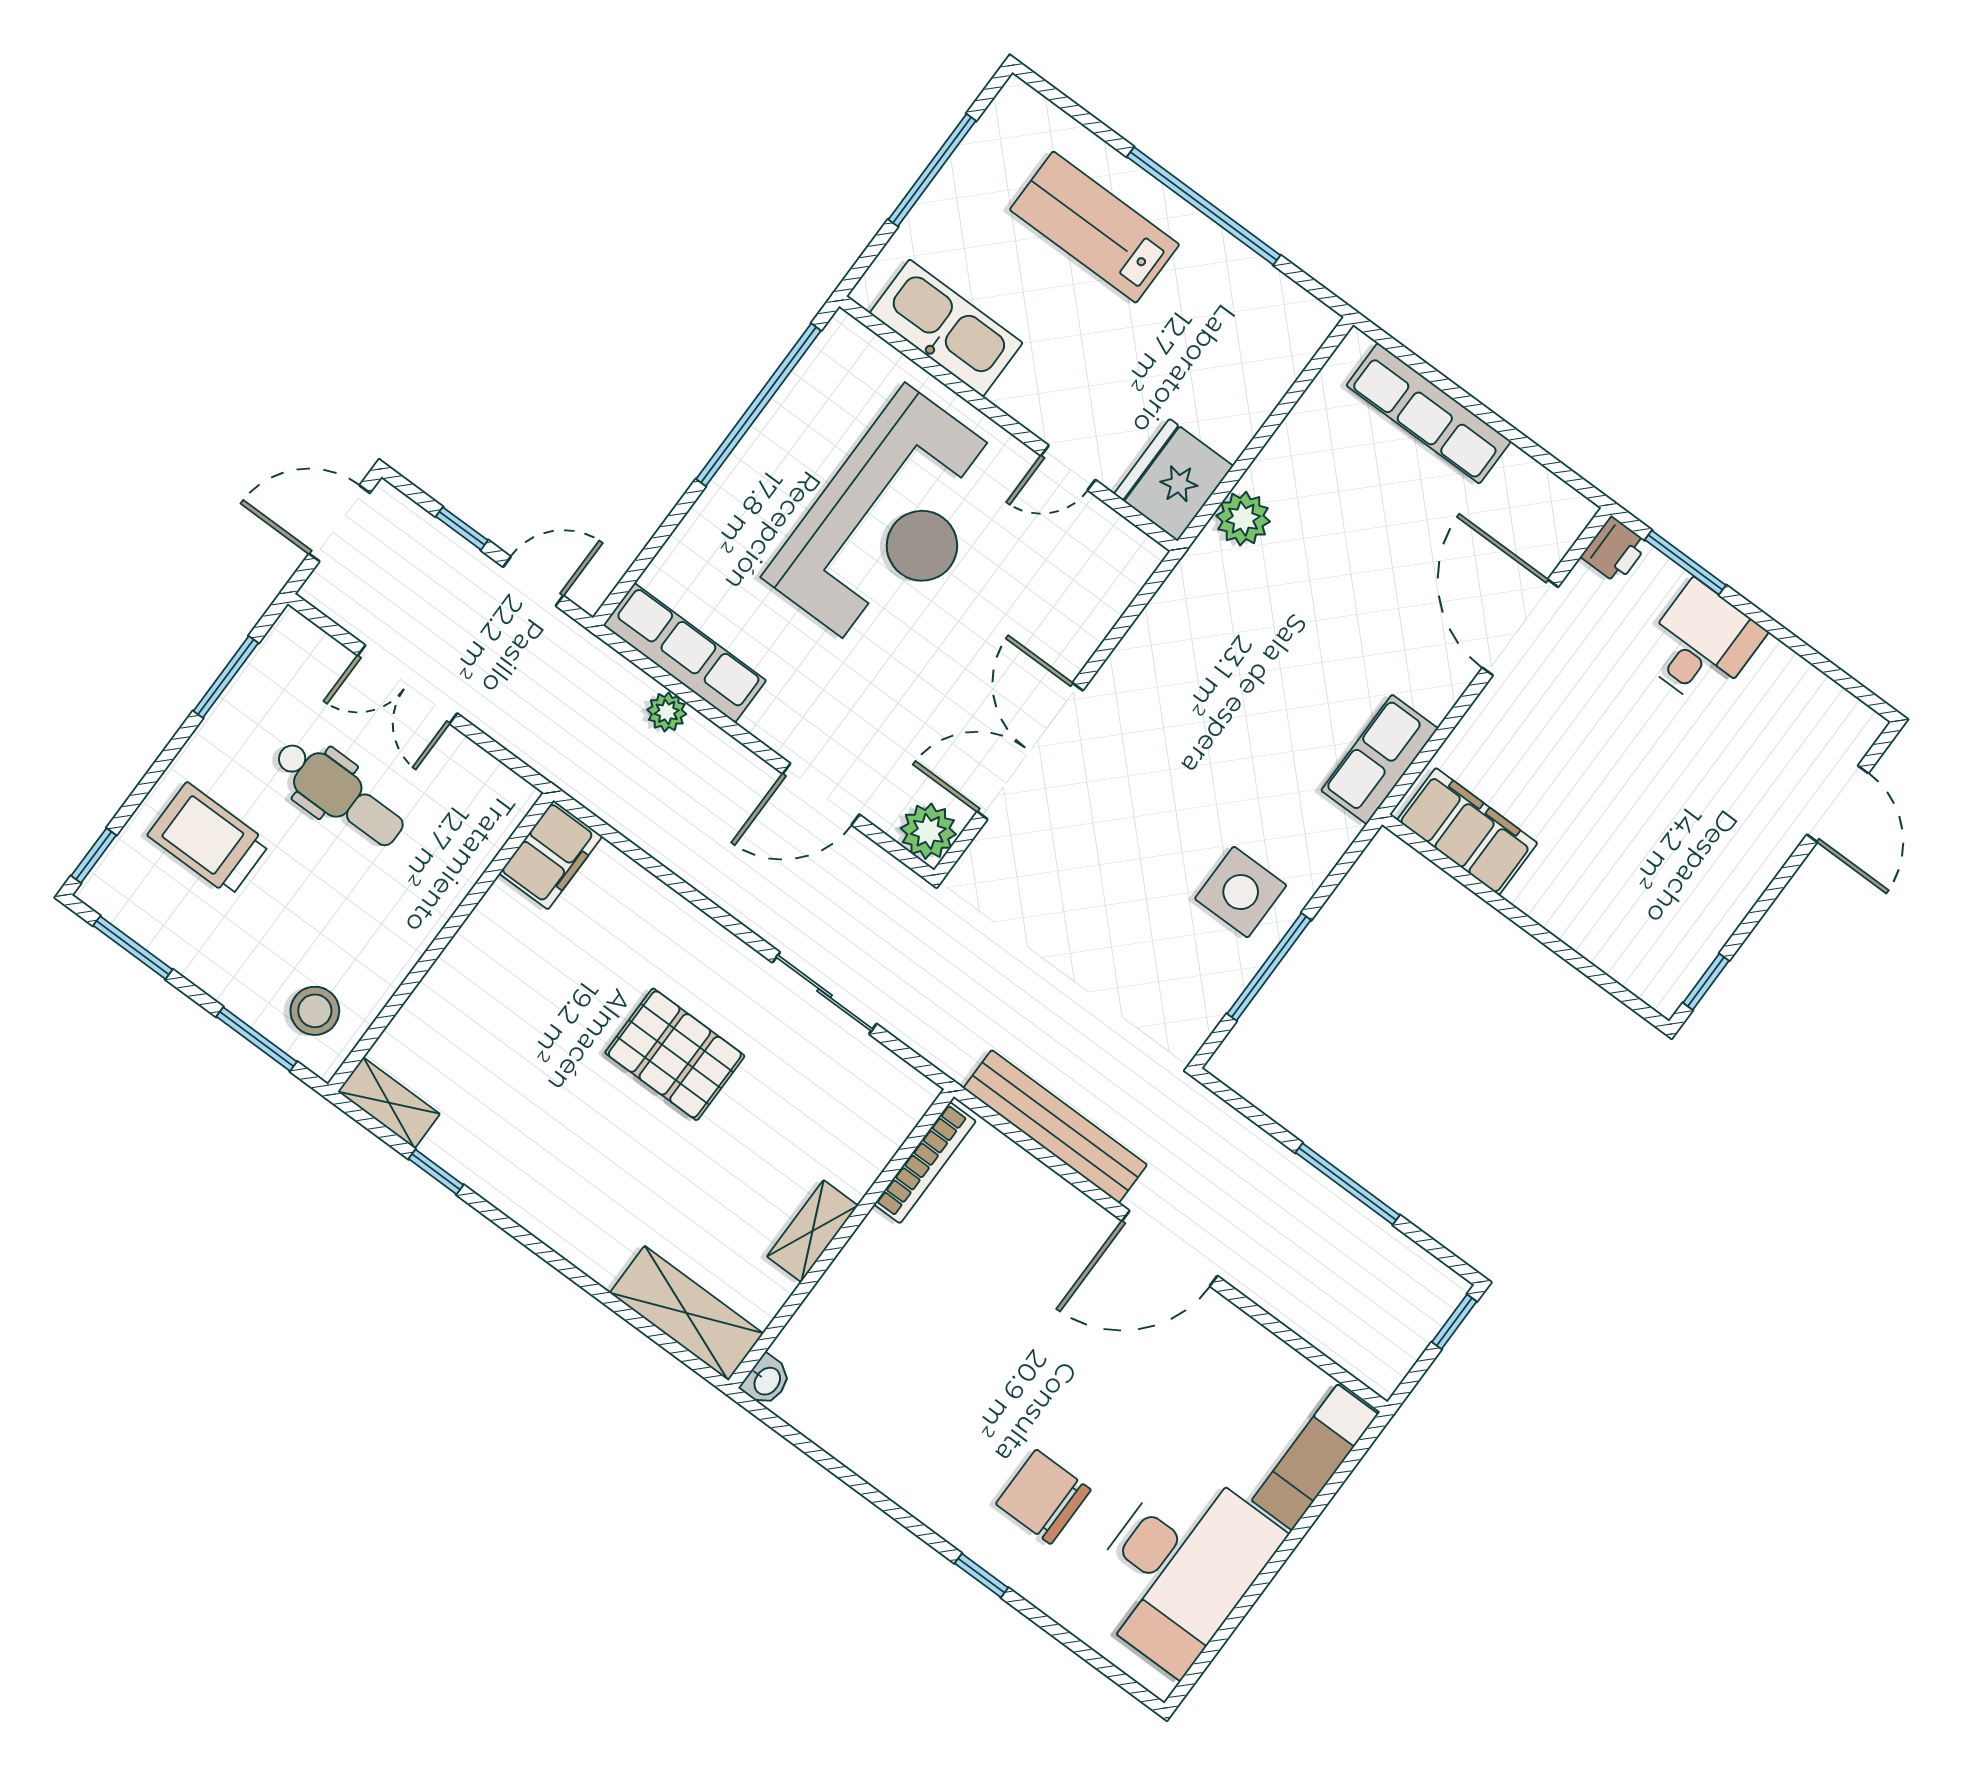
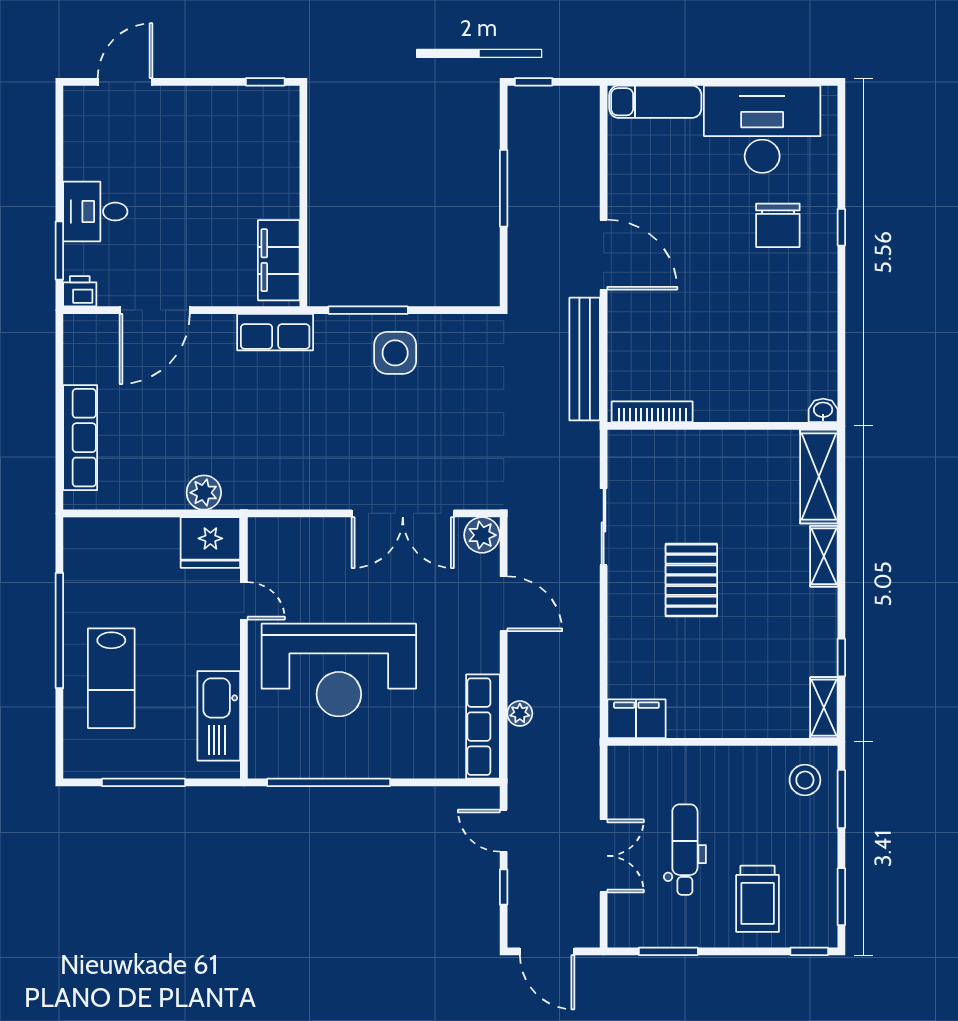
reception desk: (891, 523) -> (339, 670), turned 180
window: (1269, 967) -> (368, 310), moved
shelving: (812, 1231) -> (824, 556), moved, turned 90

